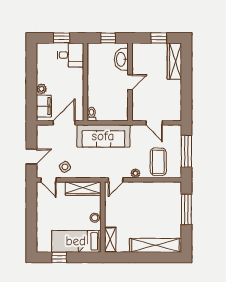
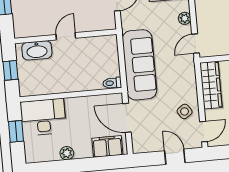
desk: (70, 55) -> (43, 117), width x1.37
door: (130, 82) -> (66, 36), hinge flipped
plant: (42, 89) -> (67, 153), moved
door: (116, 180) -> (196, 44), swing flipped

